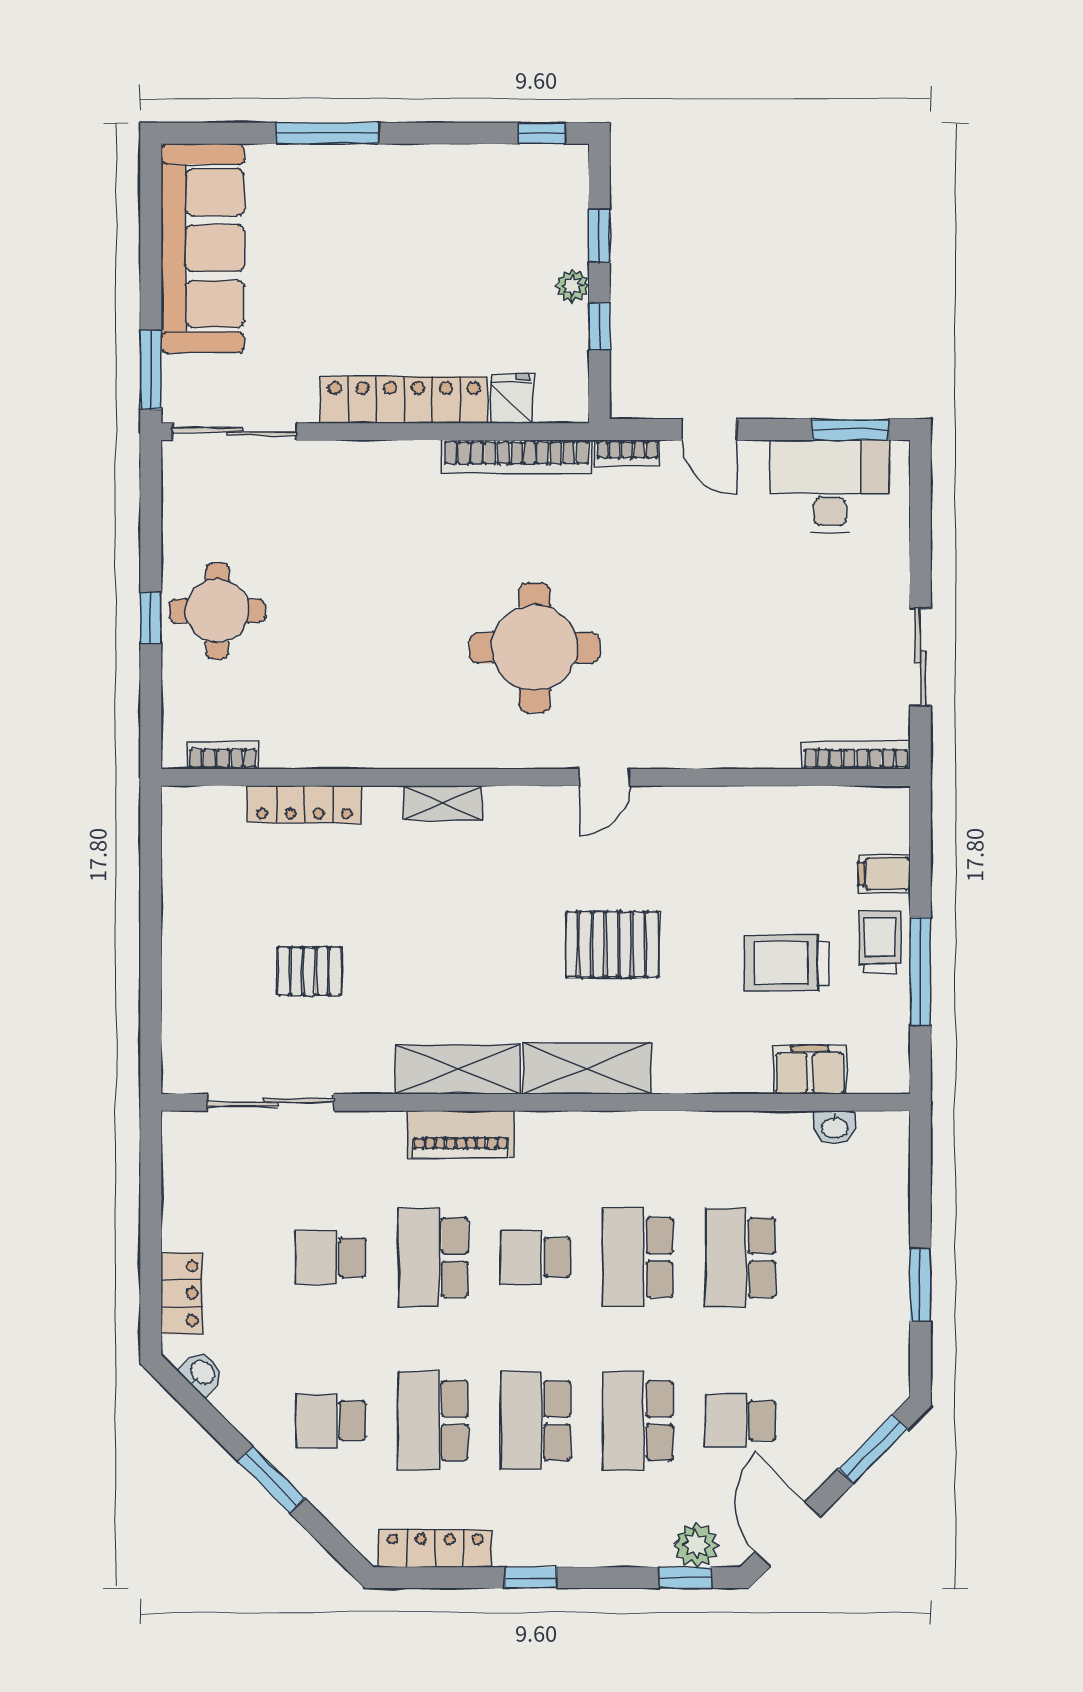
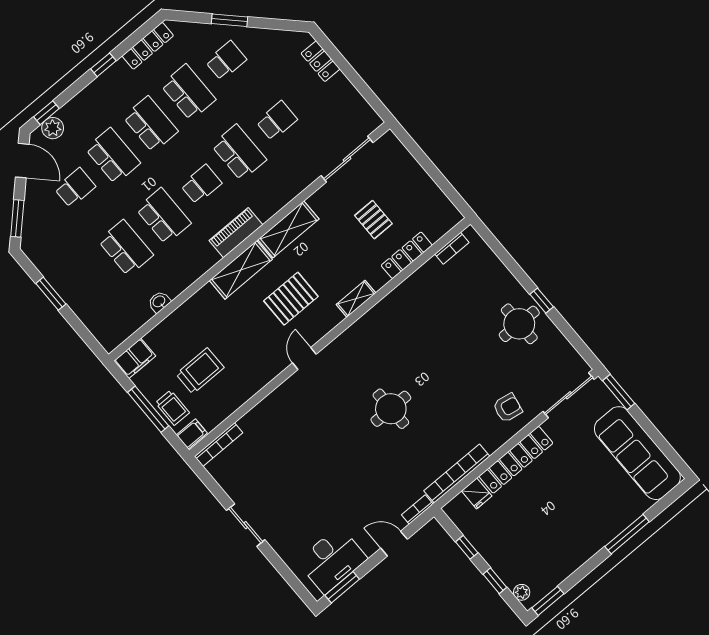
window: (542, 133) -> (548, 601), width x1.50
plant: (572, 286) -> (522, 592), moved
armchair: (348, 493) -> (508, 408), added
round table: (535, 648) -> (391, 409), width x0.73, depth x0.73
bookcase: (223, 755) -> (452, 248), moved
bookcase: (856, 755) -> (219, 445), moved
wall: (536, 777) -> (330, 337), moved
door: (605, 777) -> (304, 358), moved
shelving: (443, 803) -> (356, 299), moved
locker: (304, 804) -> (407, 255), moved
pallet: (612, 944) -> (291, 299), moved
pallet: (309, 971) -> (373, 220), turned 90
filing cabinet: (810, 1070) -> (135, 358), moved
washbasin: (835, 1127) -> (159, 302), moved
piano: (461, 1134) -> (236, 233), moved
washbasin: (202, 1373) -> (288, 38), removed

